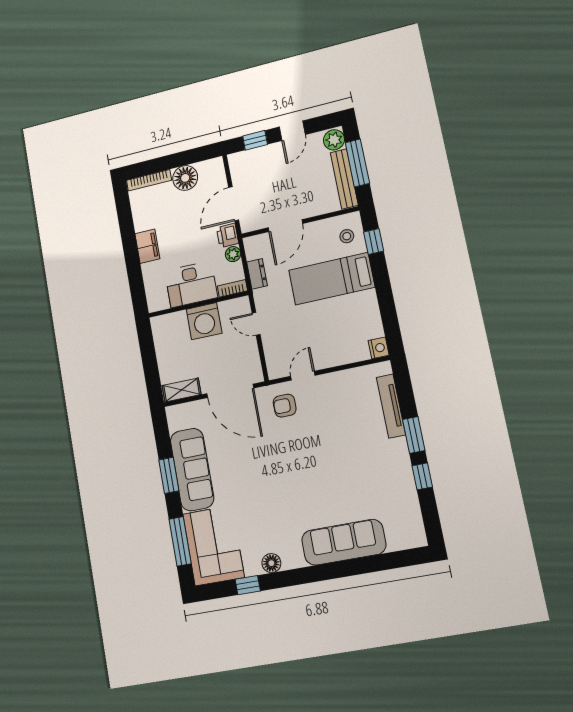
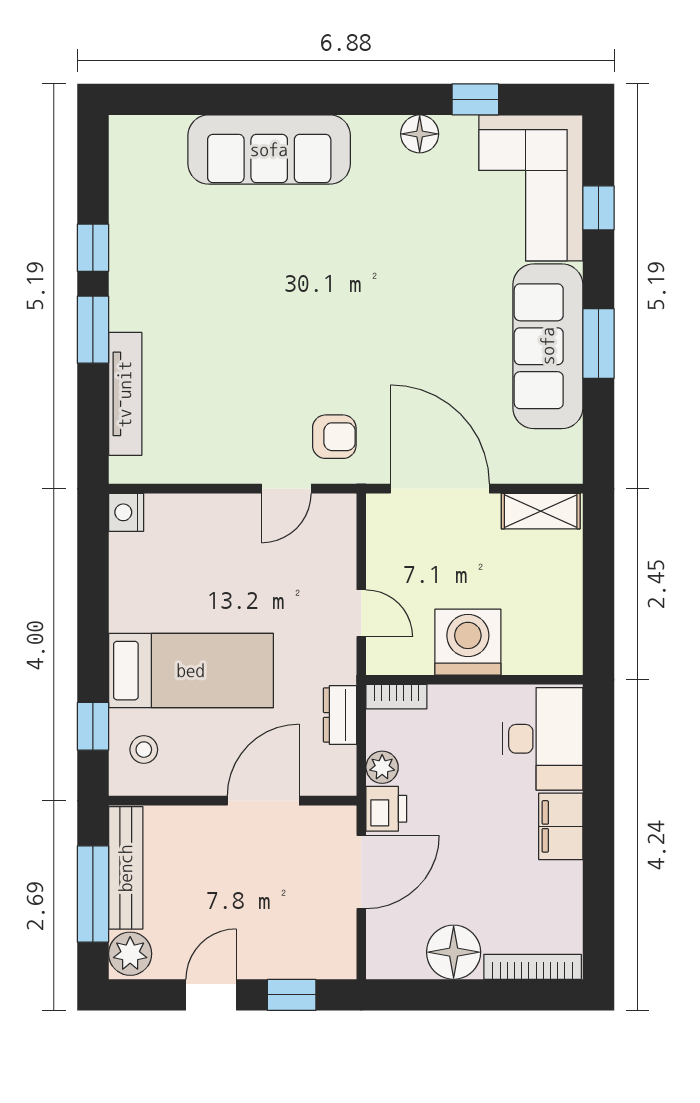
desk: (191, 284) -> (543, 739), moved, turned 90
window: (180, 541) -> (598, 208), width x0.46

